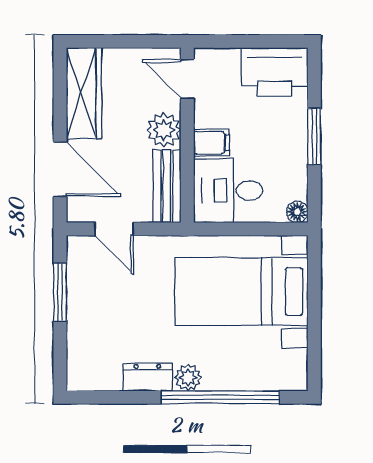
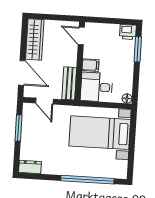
printer: (275, 72) -> (128, 32), width x0.53, depth x0.68
plant: (164, 130) -> (69, 58), removed
window: (314, 136) -> (138, 49), moved
dresser: (147, 377) -> (30, 167), moved
plant: (188, 378) -> (74, 170), removed

